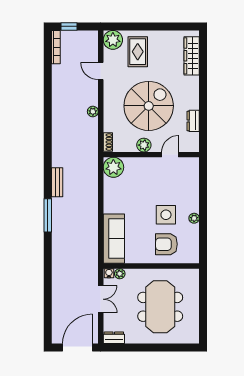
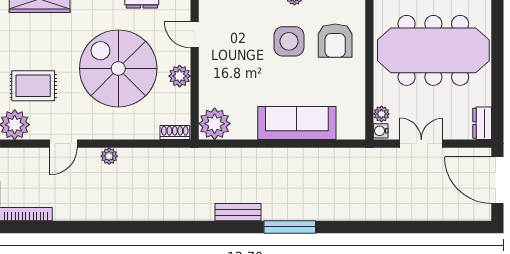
plant: (93, 111) -> (109, 156), moved
sofa: (114, 239) -> (297, 123), moved
meeting table: (160, 307) -> (433, 50), width x1.36

